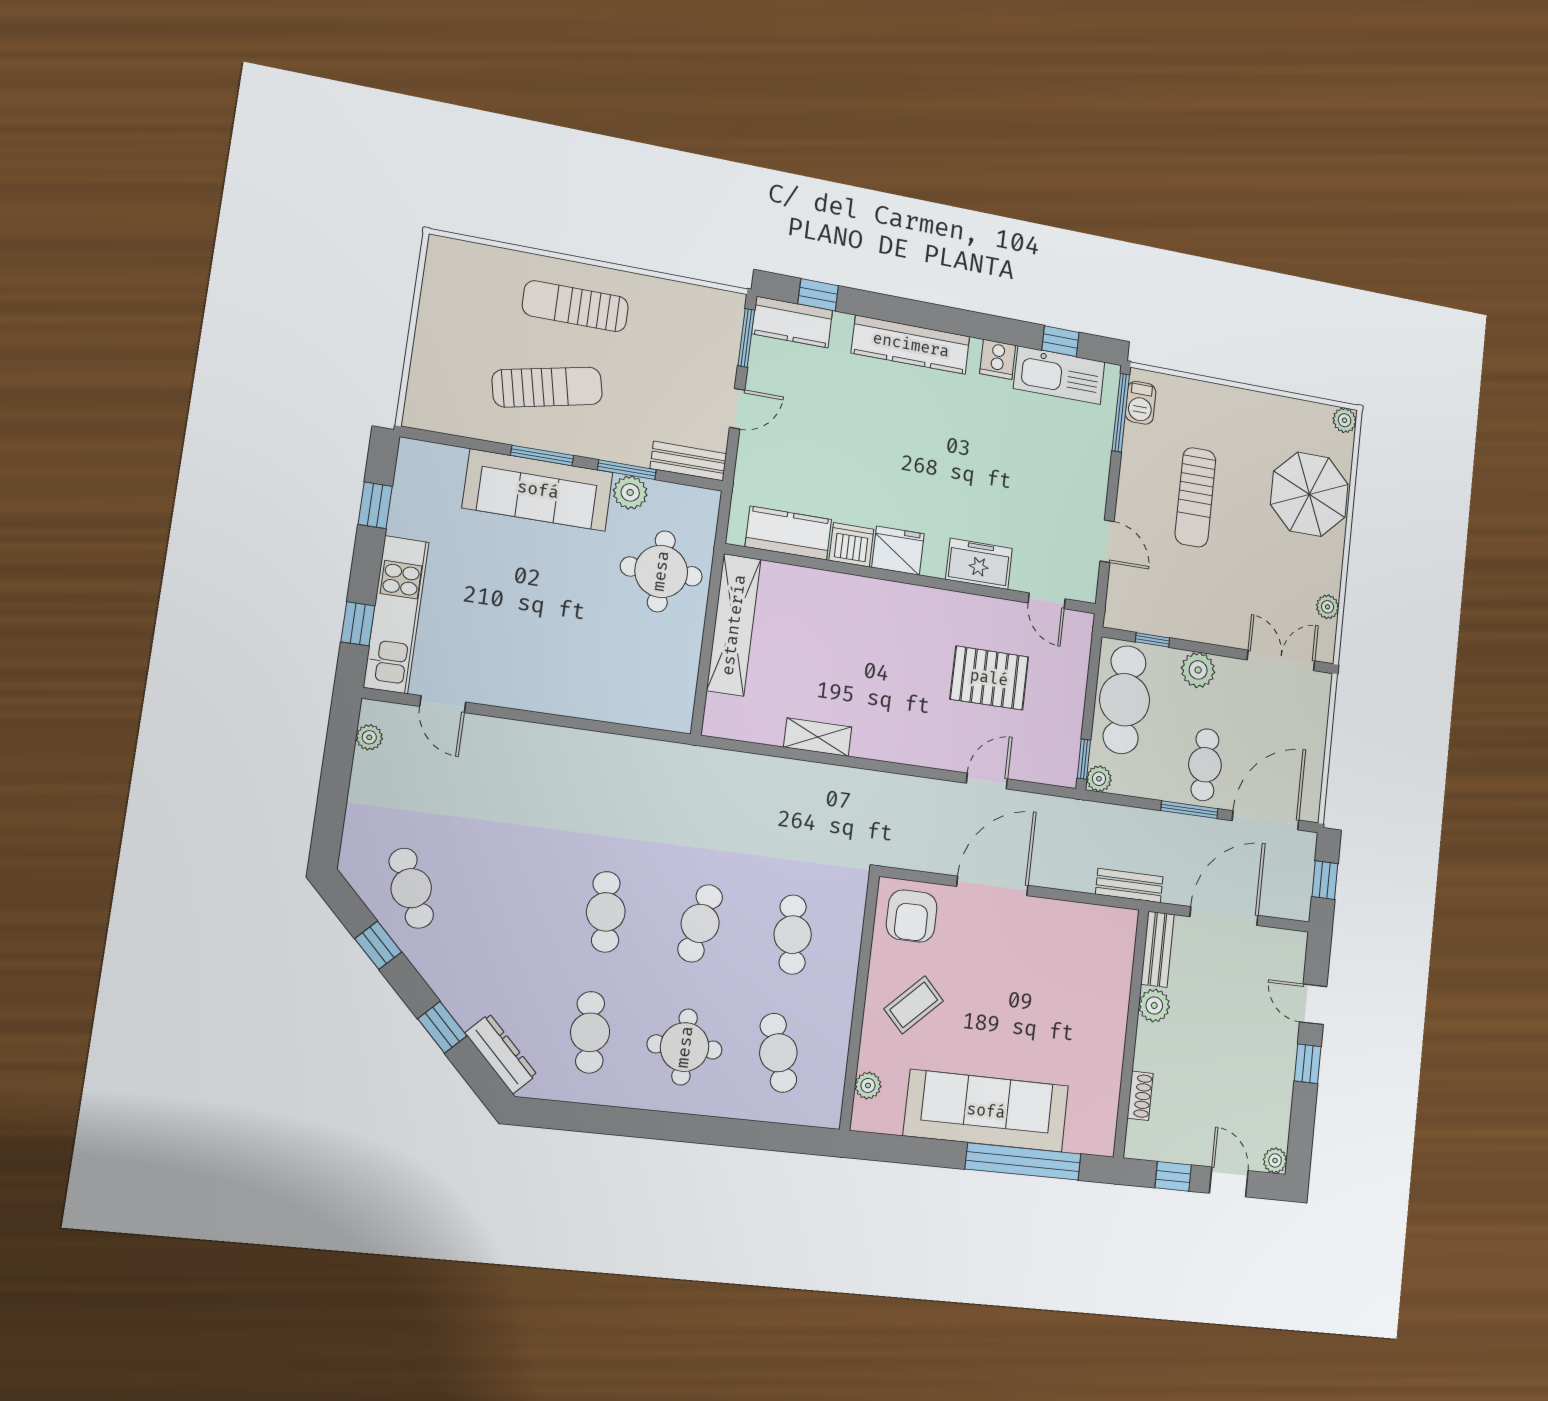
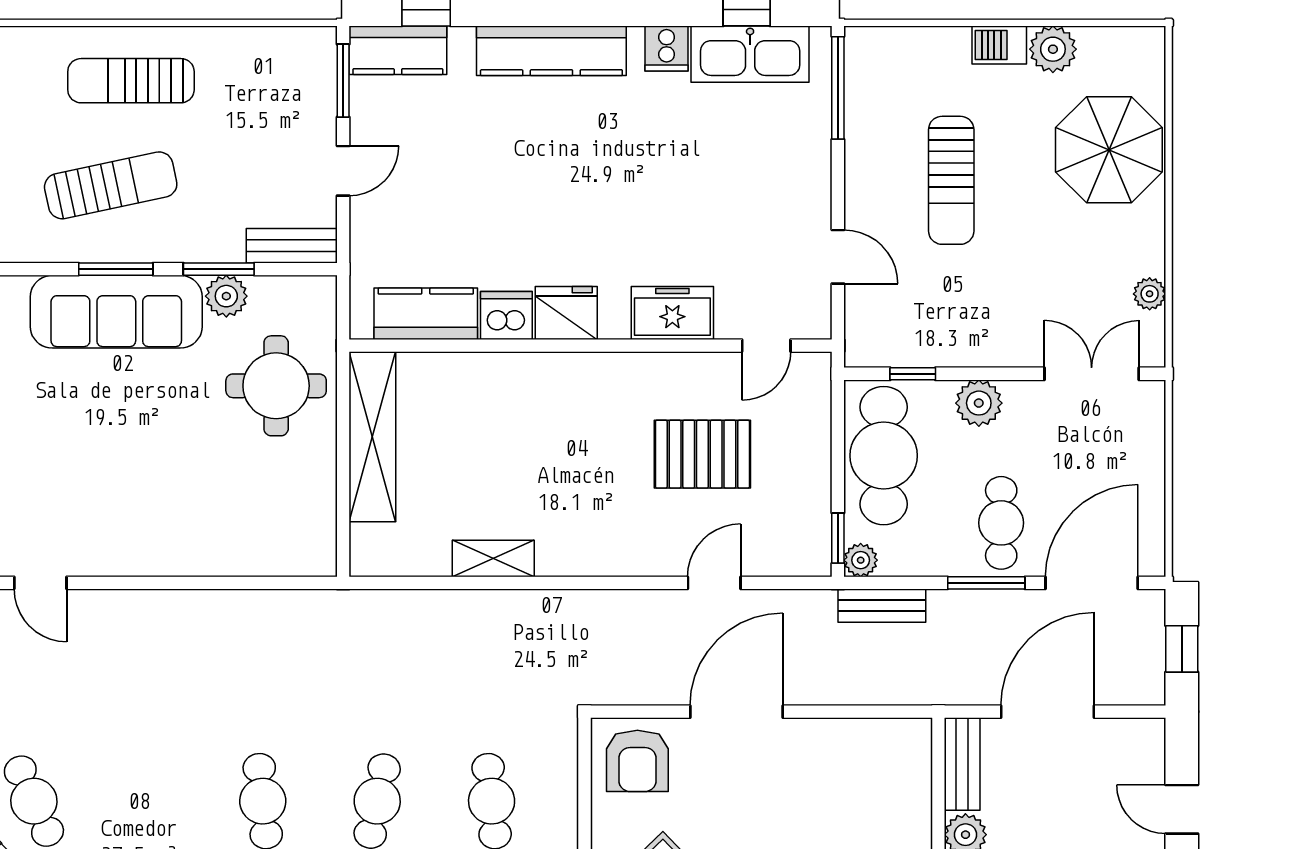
barbecue: (1141, 403) -> (999, 45), moved, turned 90
plant: (1345, 420) -> (1053, 49), moved, width x1.38, depth x1.38
door: (1047, 601) -> (766, 346), hinge flipped
bench: (1129, 886) -> (882, 606), moved

